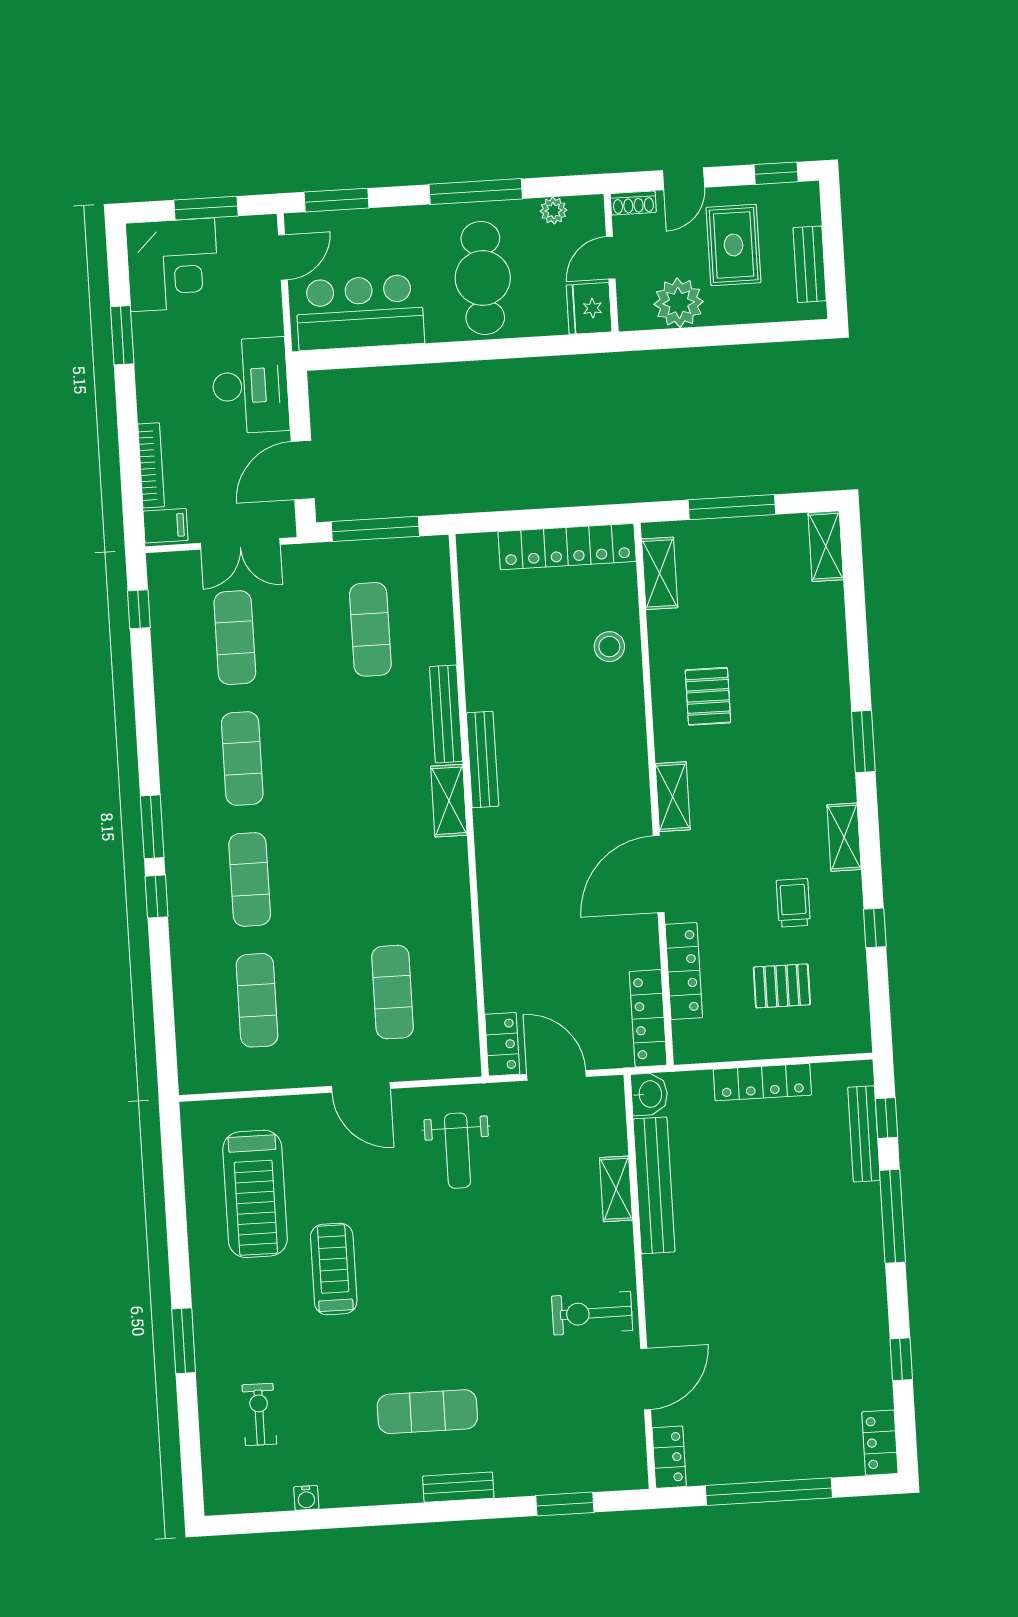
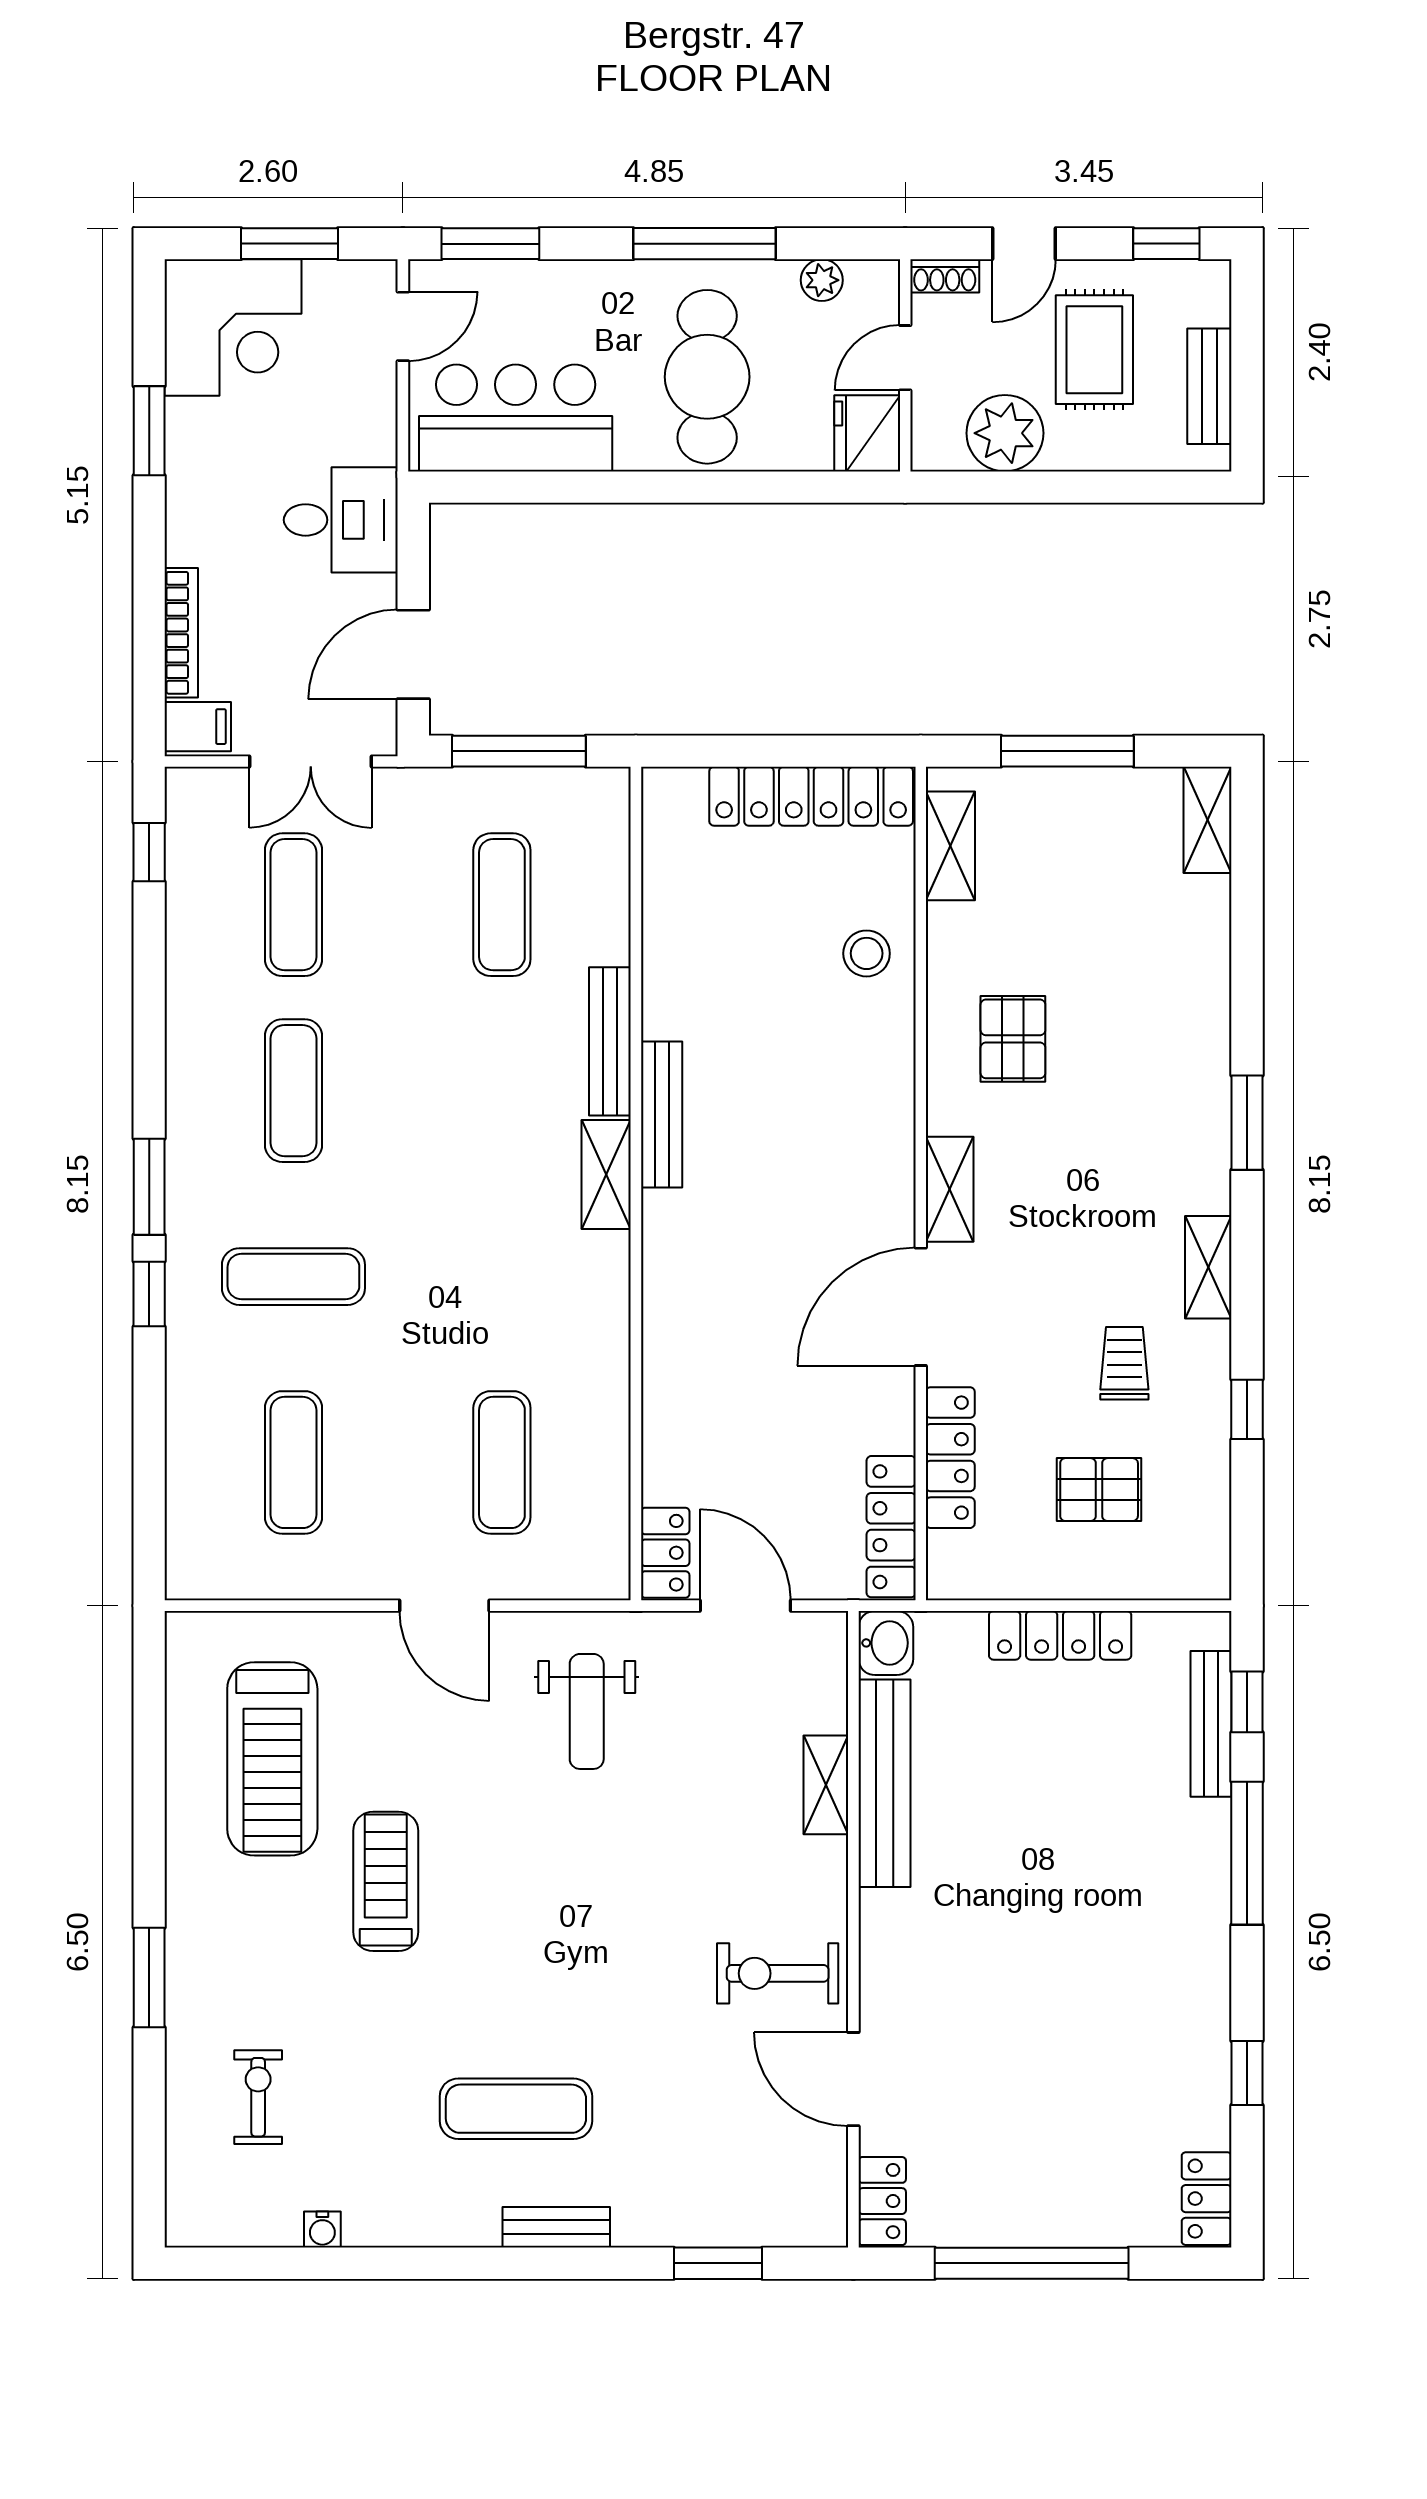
desk: (250, 386) -> (341, 520), width x0.73
exercise mat: (250, 879) -> (293, 1277), turned 90
door: (646, 1379) -> (853, 2079), swing flipped

